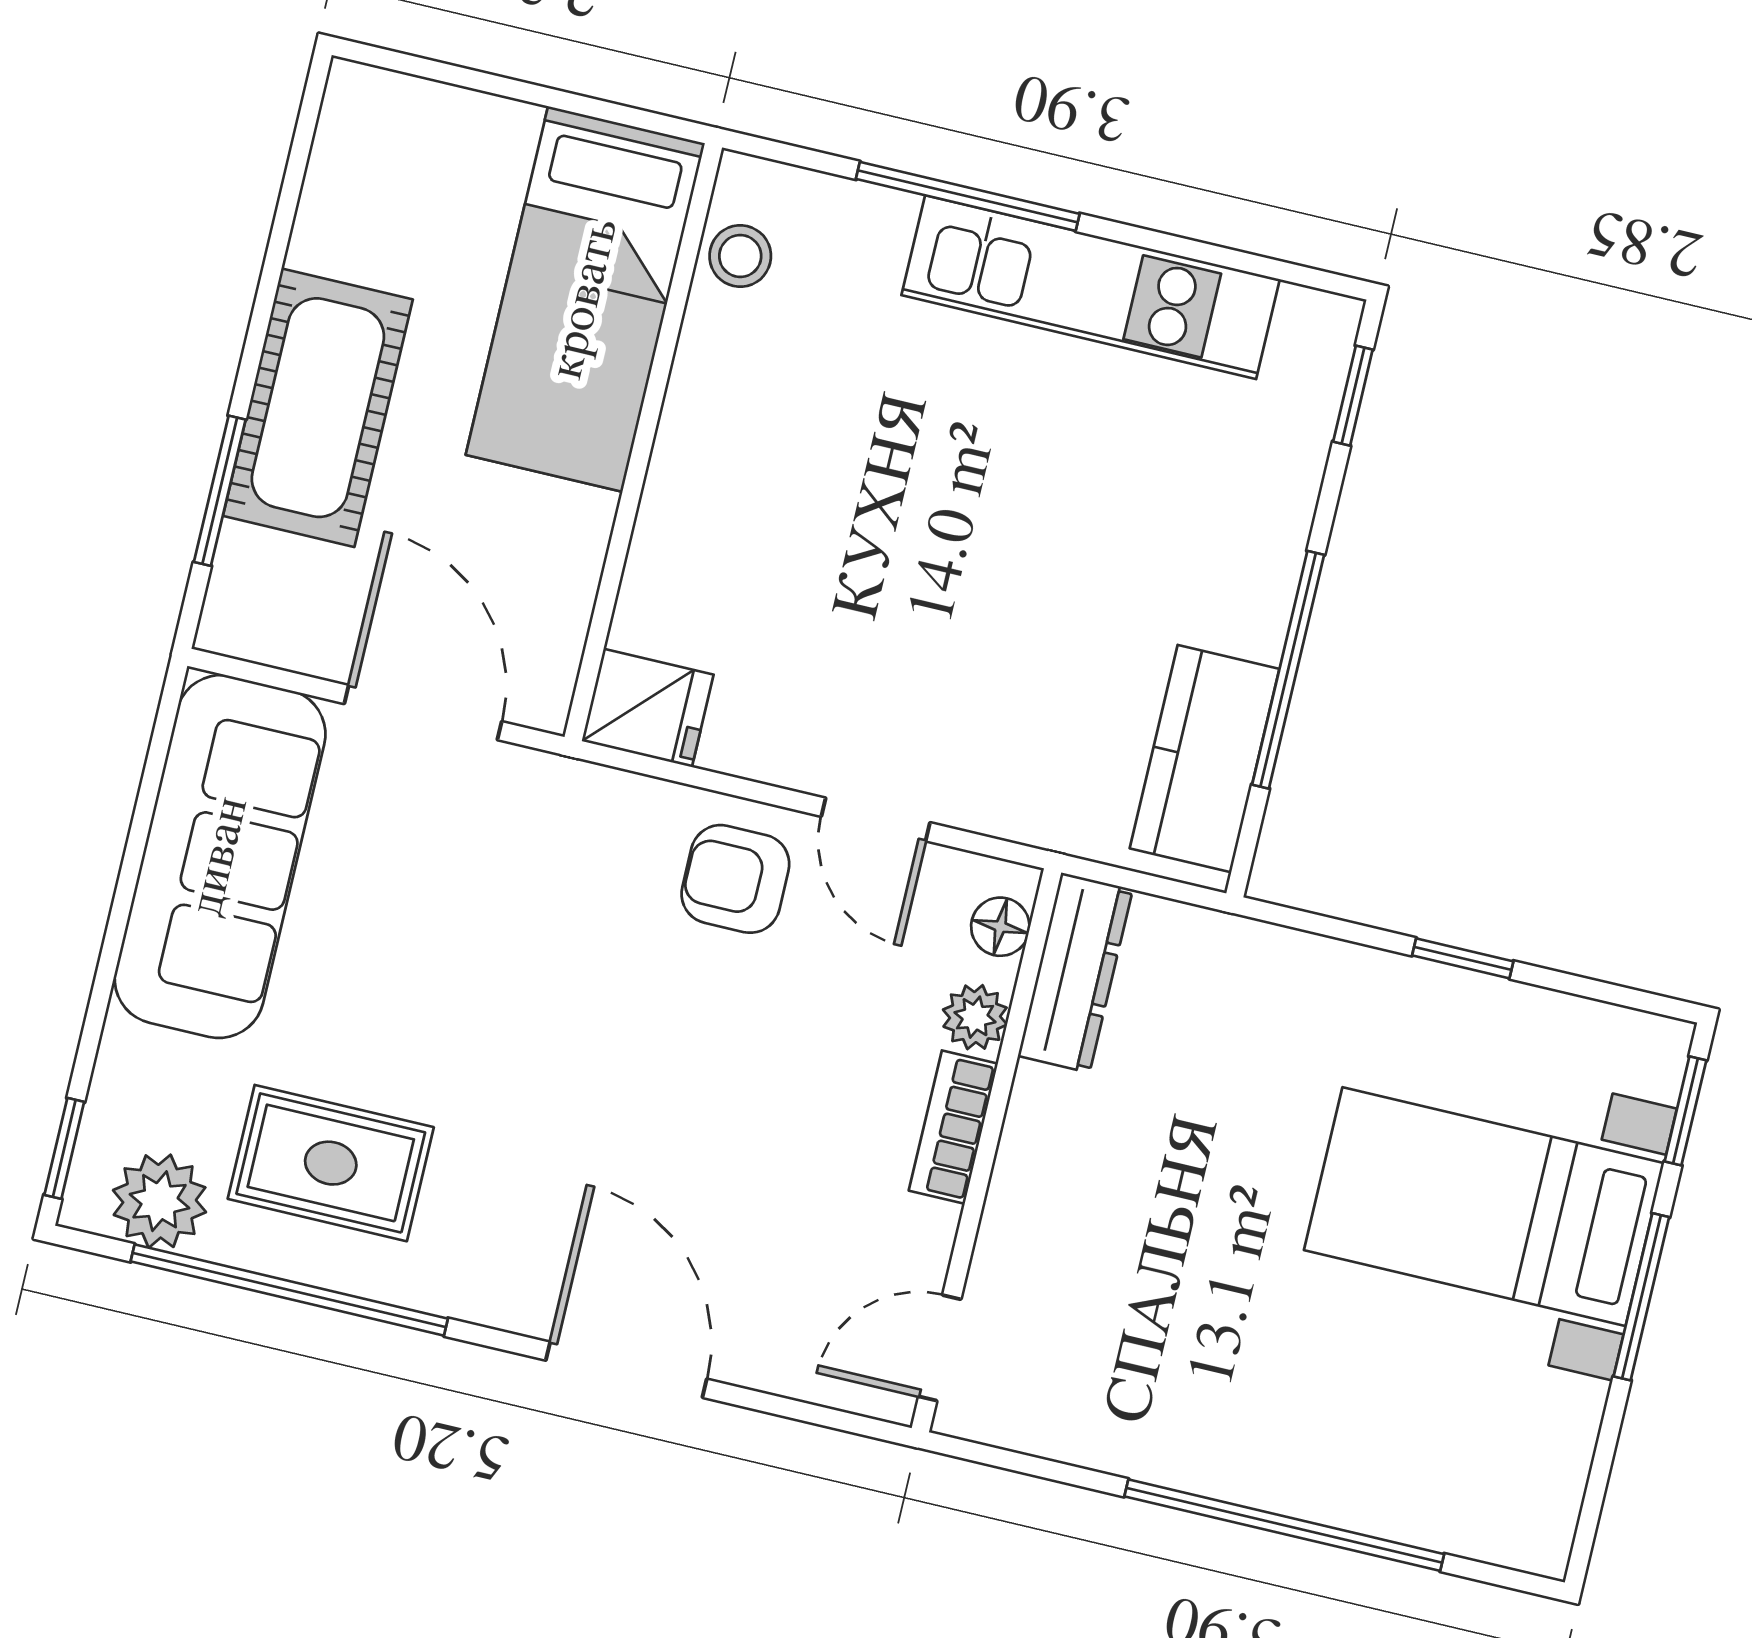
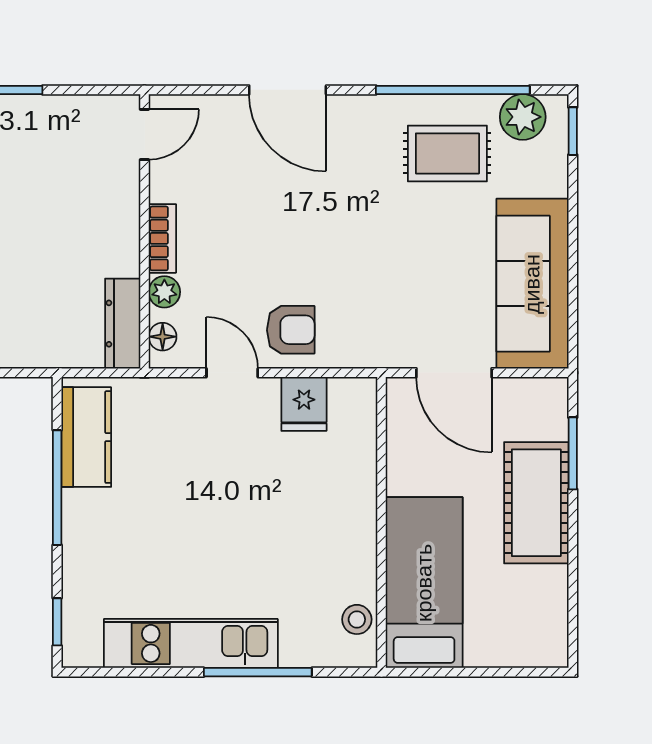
fridge: (648, 708) -> (304, 404), moved, turned -90

